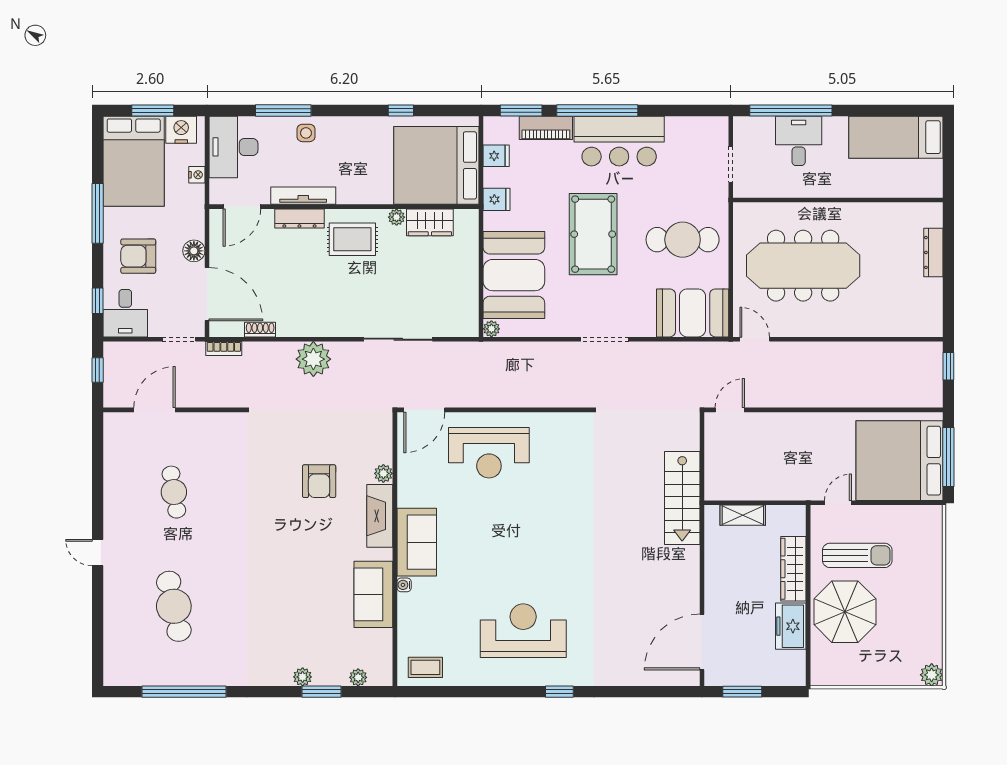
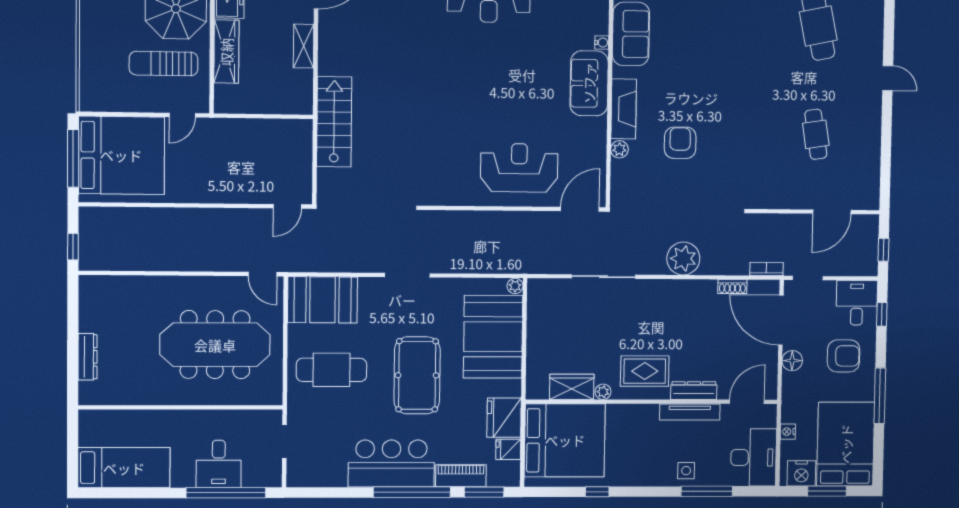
fridge: (497, 199) -> (504, 418), width x1.88, depth x1.34
shelving: (743, 515) -> (304, 46), moved, turned 90

